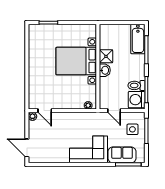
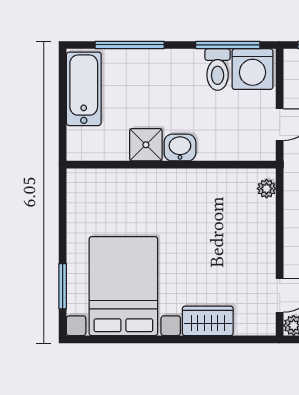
bathtub: (138, 39) -> (84, 89), moved, turned -90
bed with nightstands: (76, 61) -> (123, 286), moved, turned 180
wardrobe: (34, 81) -> (208, 321), added

